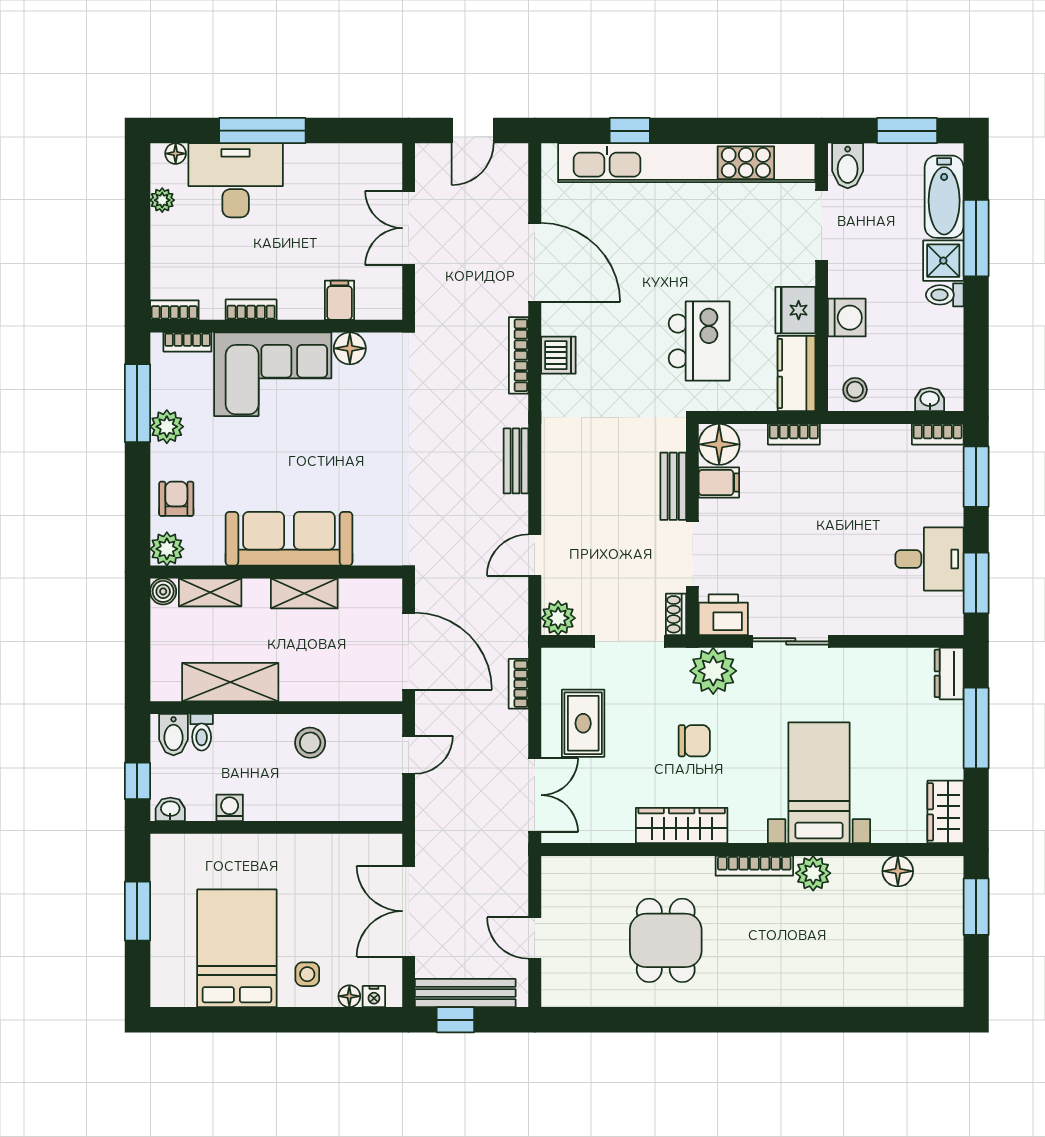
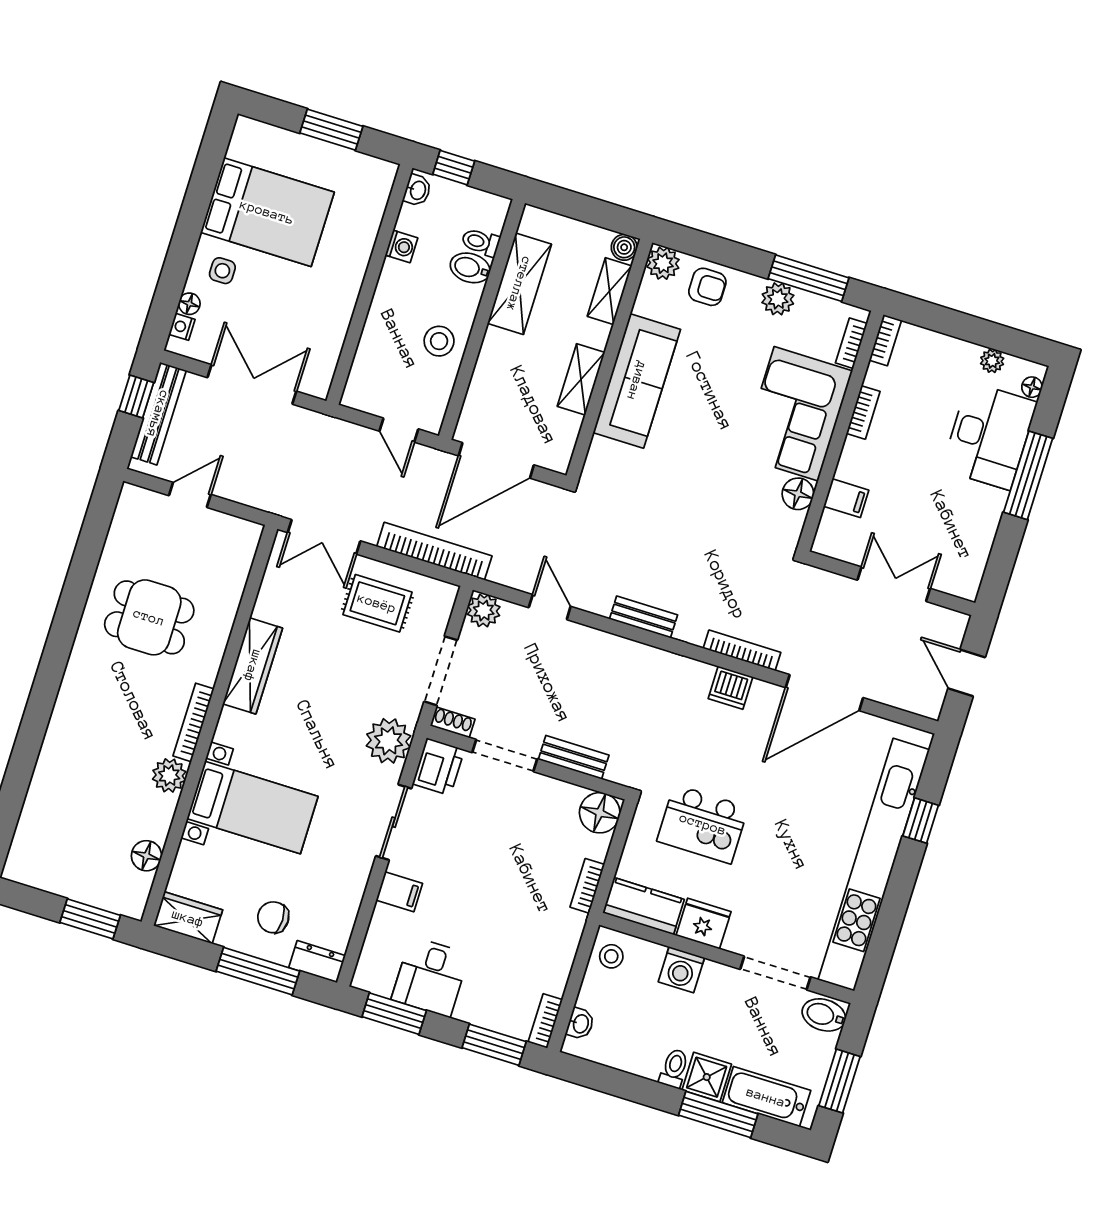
filing cabinet: (719, 483) -> (399, 892), moved, turned -90
bookcase: (518, 684) -> (434, 551), width x2.31, depth x1.31
bidet: (173, 735) -> (470, 268), moved
chair: (694, 741) -> (273, 917), moved, turned 90

